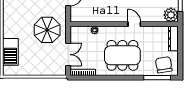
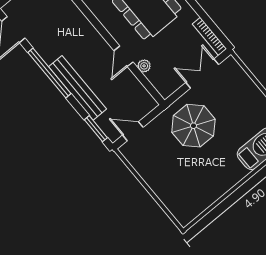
door: (134, 24) -> (124, 56), moved

